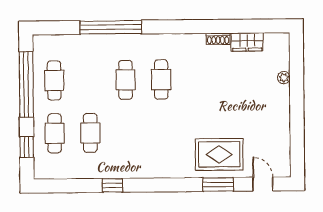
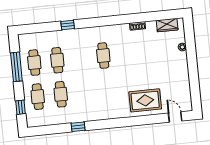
window: (111, 27) -> (68, 25), width x0.32
wardrobe: (247, 42) -> (167, 25), moved
cafe table: (125, 80) -> (57, 60), moved
window: (26, 84) -> (16, 67), width x0.68
window: (218, 184) -> (146, 120), removed

